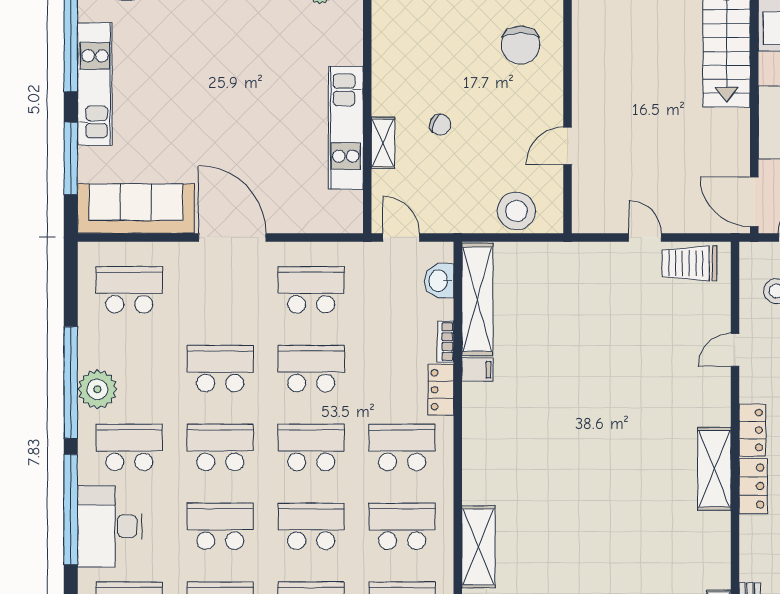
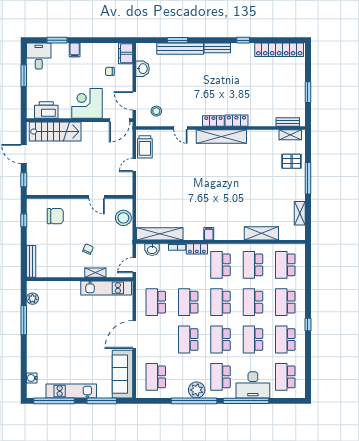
kitchen unit: (346, 128) -> (106, 288), moved
filing cabinet: (478, 370) -> (209, 234), moved
shelving: (714, 469) -> (221, 137), width x1.47

